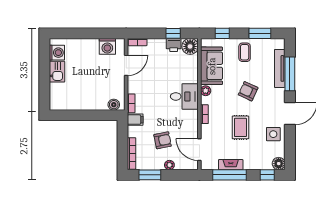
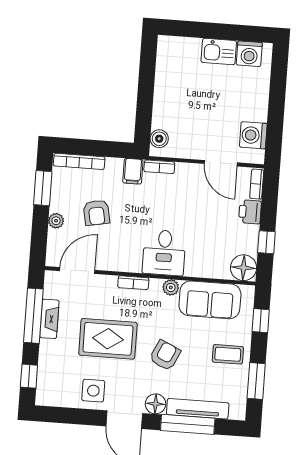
printer: (174, 45) -> (250, 212), moved
rug: (240, 127) -> (108, 339), width x1.36, depth x1.43
floor lamp: (279, 164) -> (155, 404), moved

